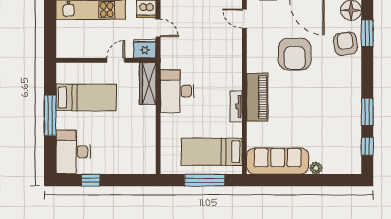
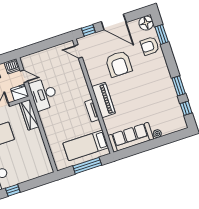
armchair: (345, 44) -> (150, 46), turned -83
desk: (177, 91) -> (44, 94), moved

